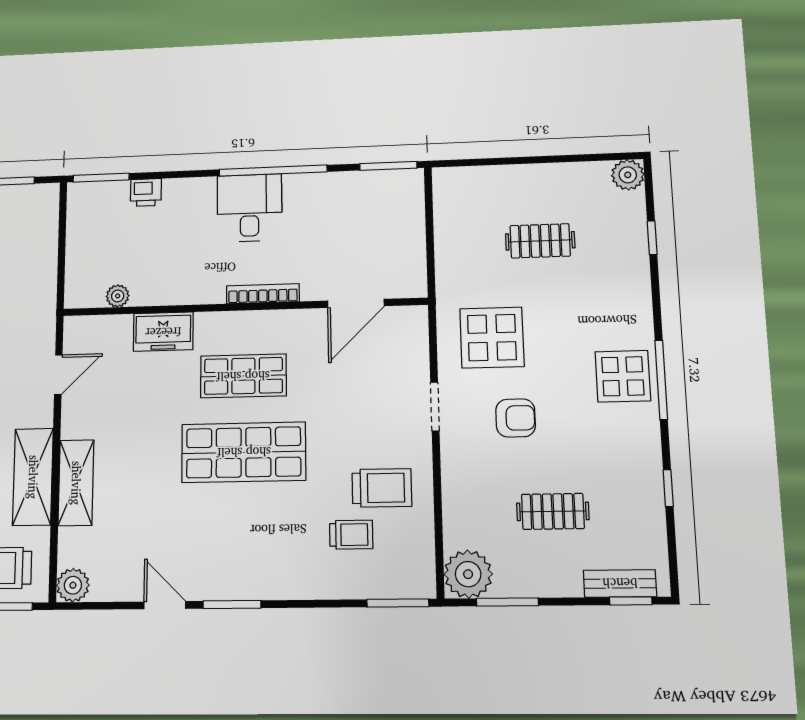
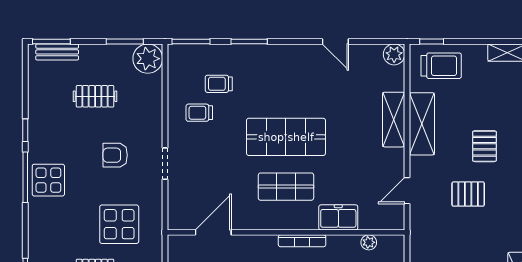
bookcase: (263, 294) -> (302, 241), moved
display table: (492, 338) -> (119, 224), moved
trolley: (382, 488) -> (199, 113), width x0.73, depth x0.72
window: (668, 488) -> (25, 130), moved
window: (631, 601) -> (51, 41), width x1.50
window: (232, 605) -> (249, 41), moved

